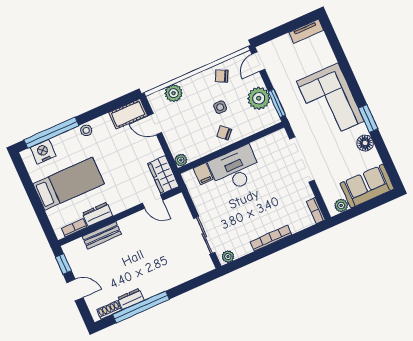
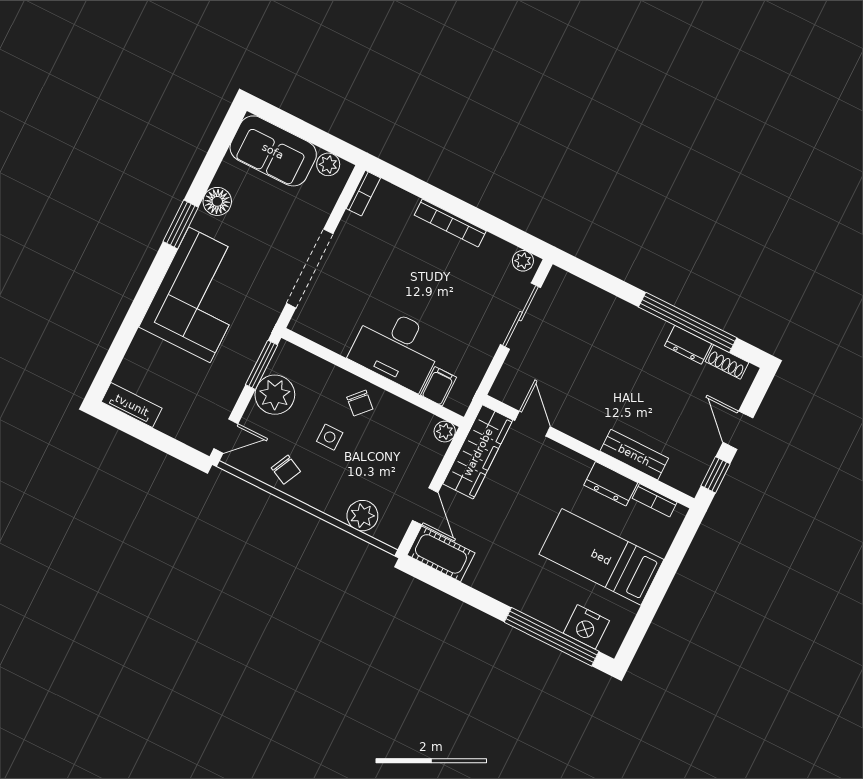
stool: (86, 130) -> (510, 592), removed
wardrobe: (163, 175) -> (478, 452), width x1.50

